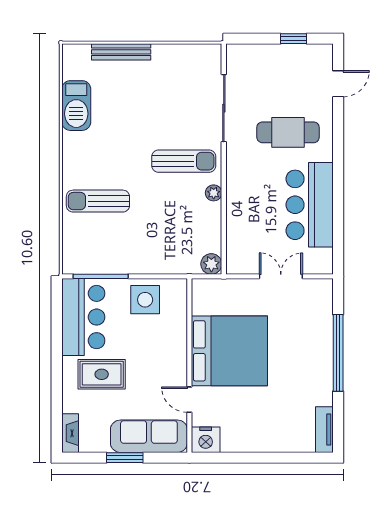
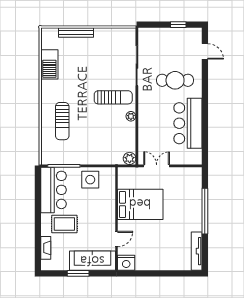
door: (338, 84) -> (205, 51), hinge flipped
sun lounger: (98, 201) -> (62, 121), turned -90
double door: (281, 276) -> (157, 166), moved
bed: (229, 351) -> (140, 204), width x0.73
door: (189, 400) -> (117, 239), swing flipped
tv unit: (324, 430) -> (197, 251), width x1.41
fireplace: (70, 433) -> (46, 248), moved

